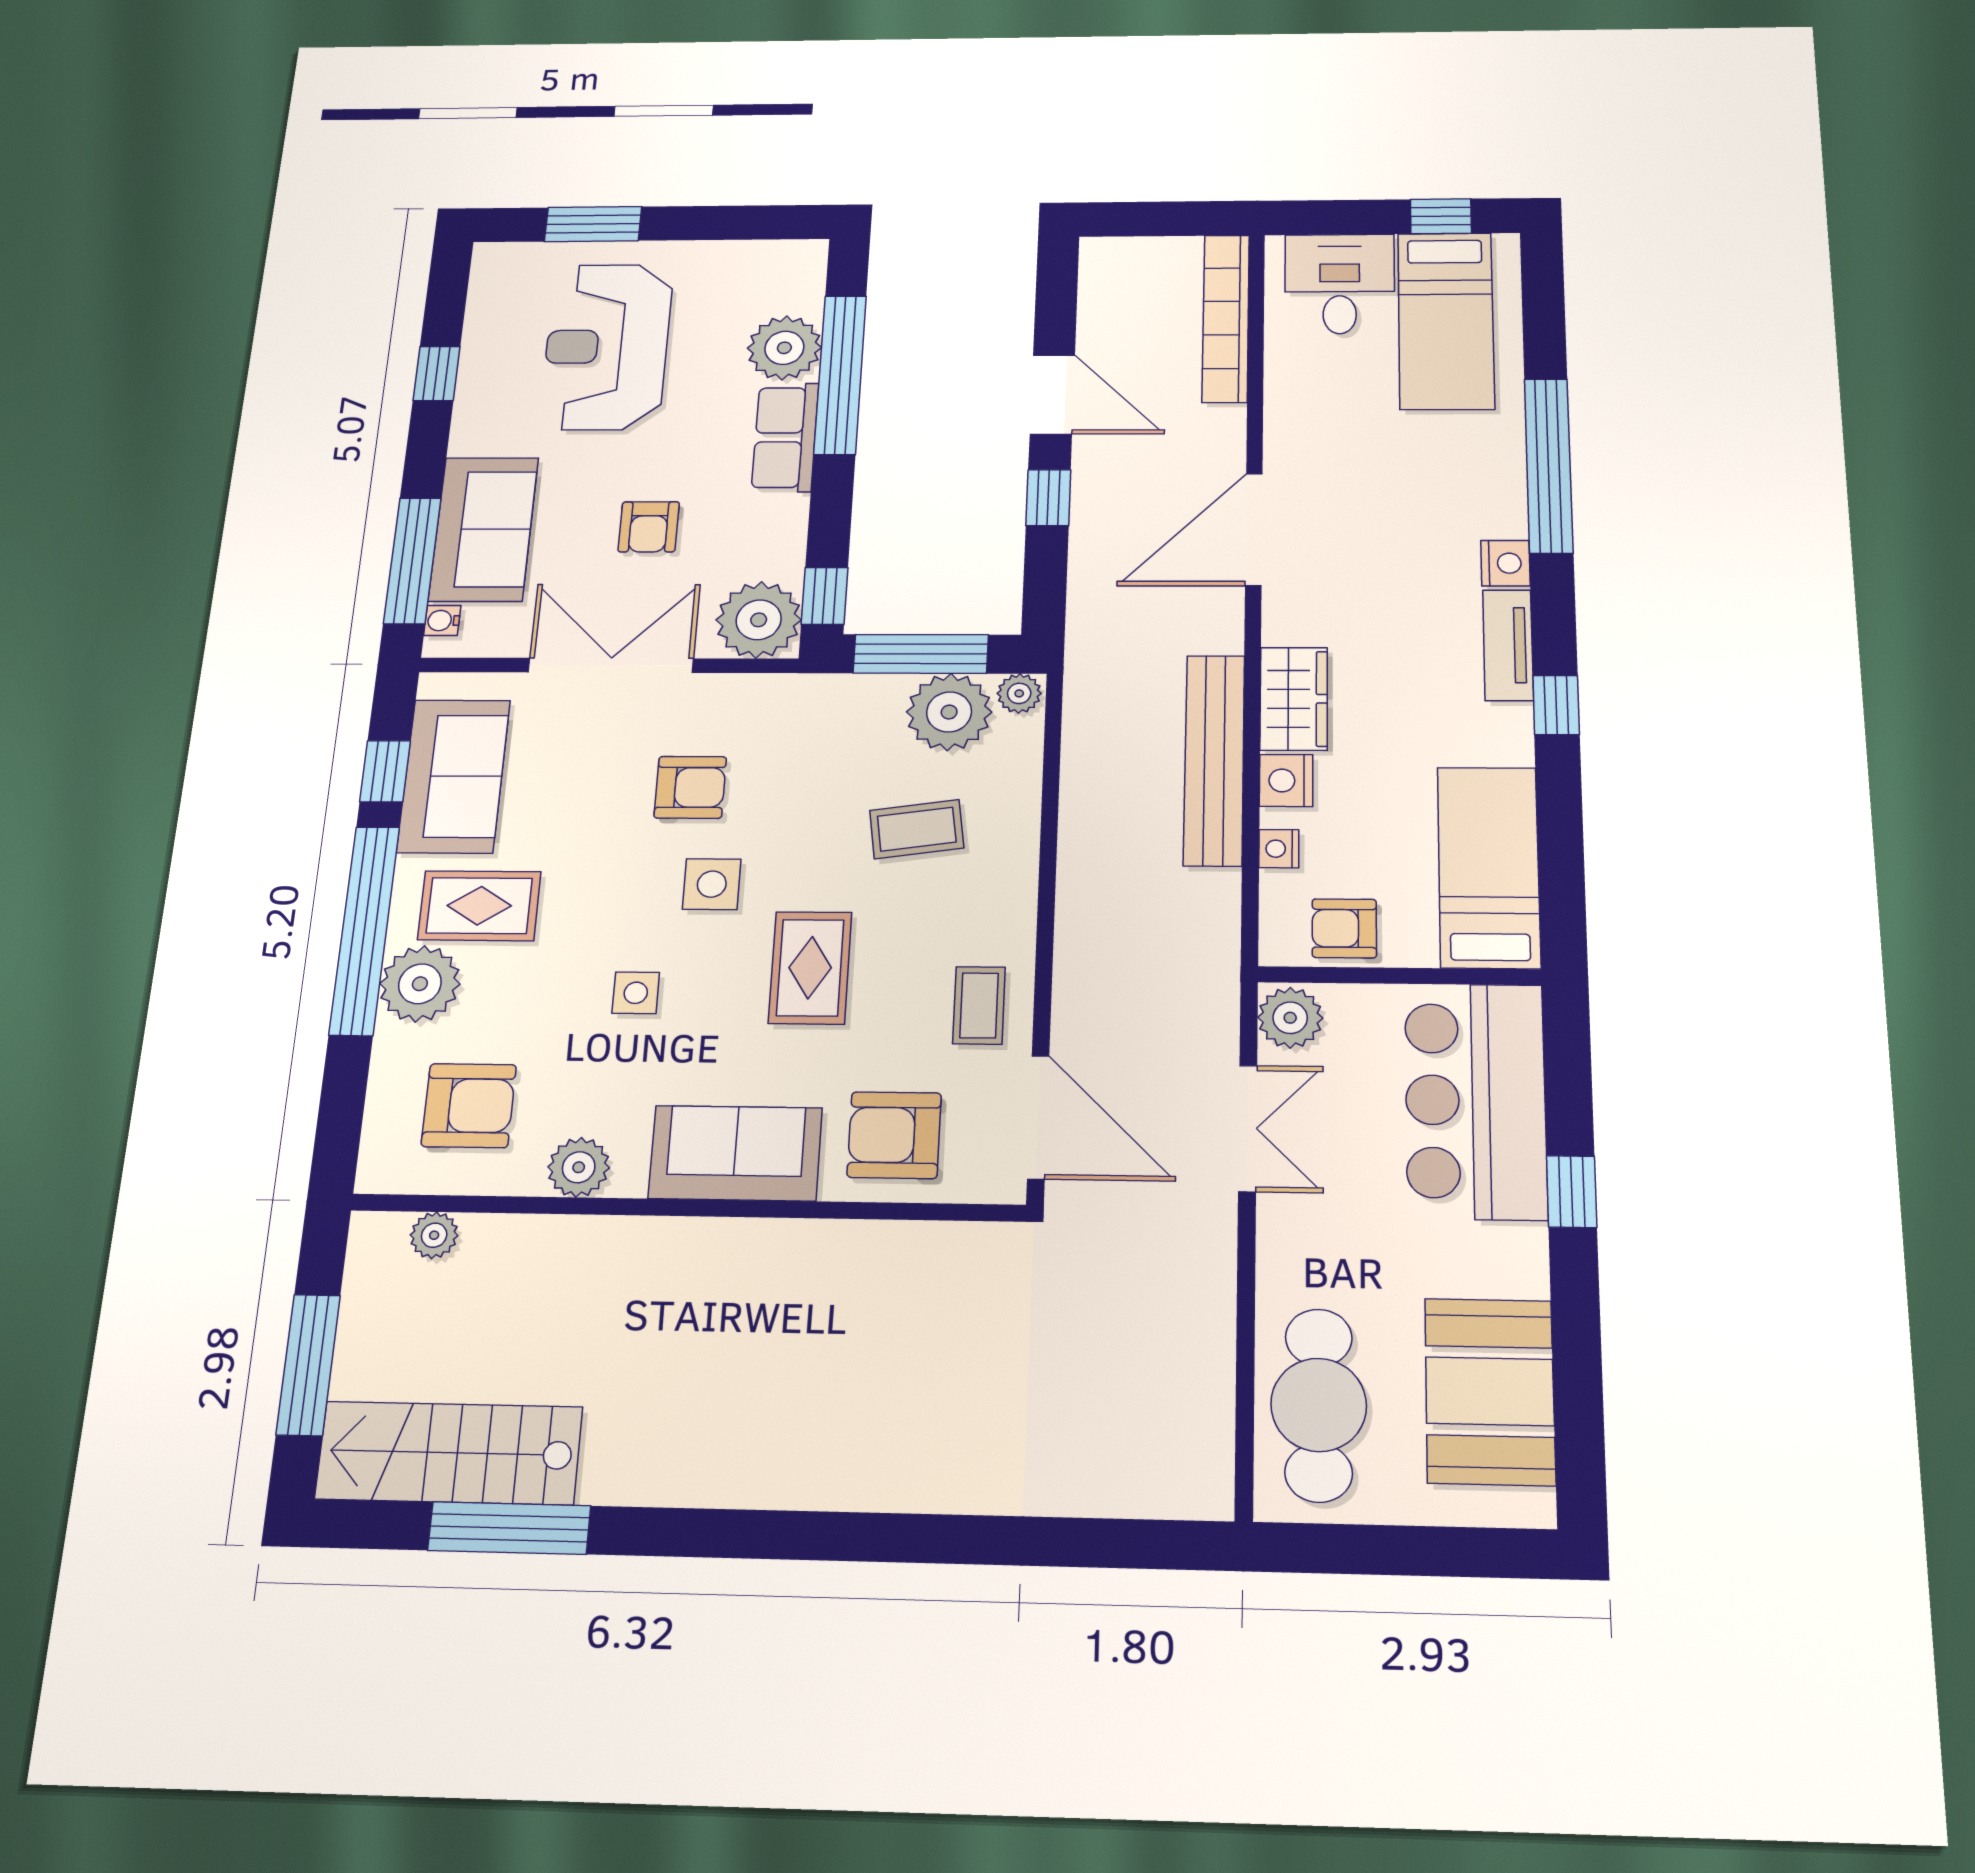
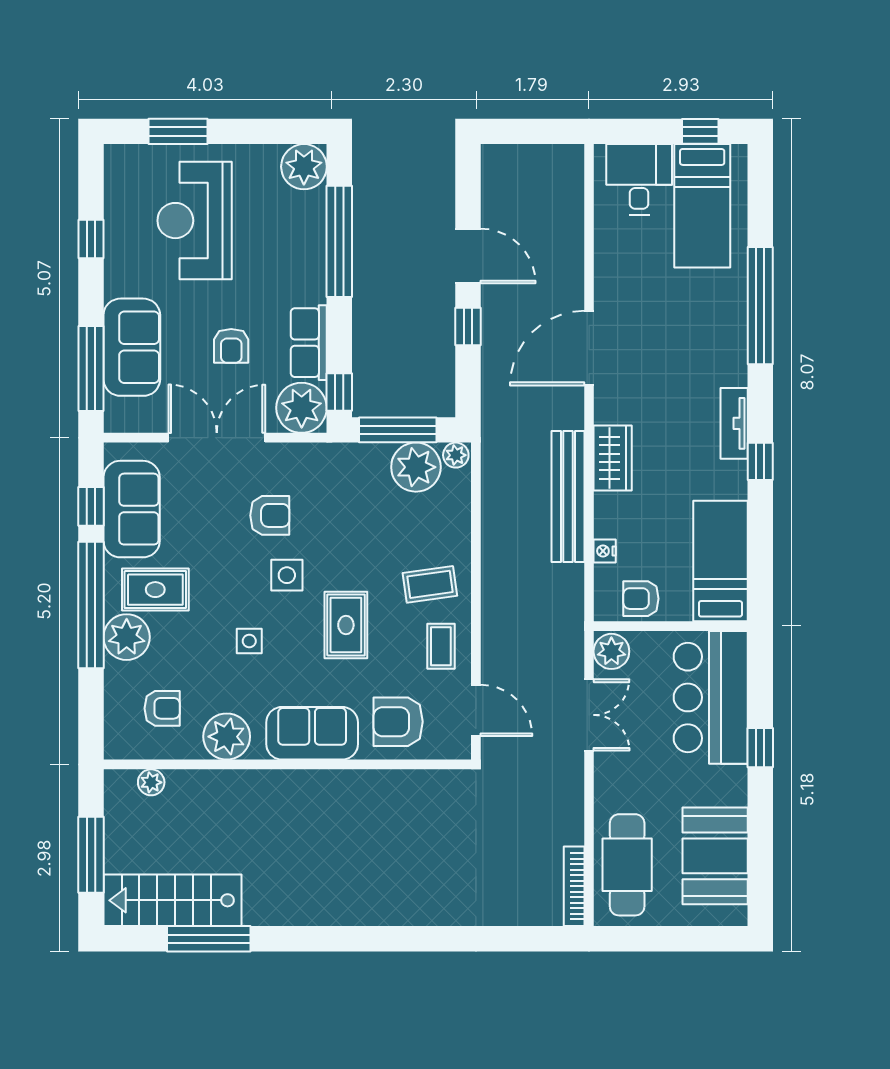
bookcase: (1226, 318) -> (574, 886), moved, width x0.68, depth x0.76
plant: (784, 348) -> (304, 167), moved
row of seats: (785, 437) -> (309, 343), moved
nightstand: (1505, 563) -> (734, 370), removed
water cooler: (442, 621) -> (114, 409), removed
nightstand: (1286, 781) -> (609, 509), removed
coffee table: (917, 829) -> (430, 584), moved
armchair: (469, 1106) -> (162, 708), width x0.72, depth x0.72
door: (1038, 1117) -> (476, 710), width x0.73
plant: (579, 1167) -> (227, 737), width x1.36, depth x1.36

